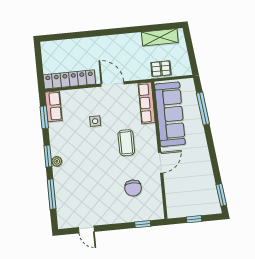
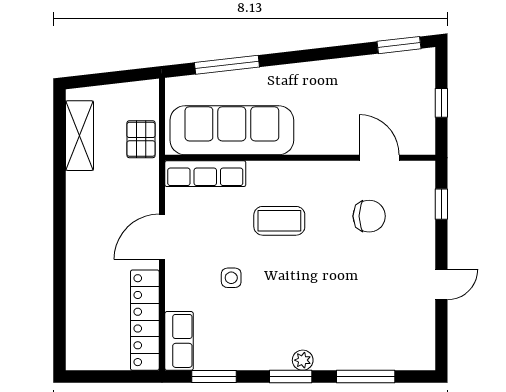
row of seats: (53, 106) -> (179, 341), moved, turned 90
door: (161, 163) -> (379, 158), moved
door: (86, 230) -> (441, 284), moved

